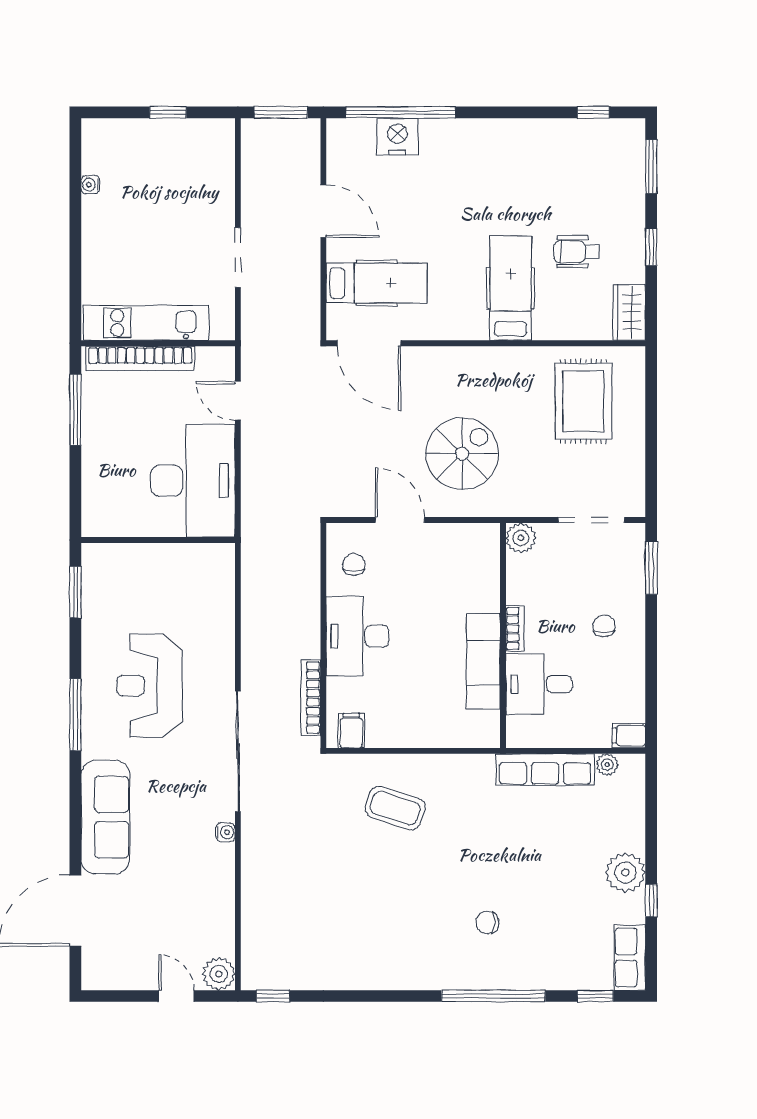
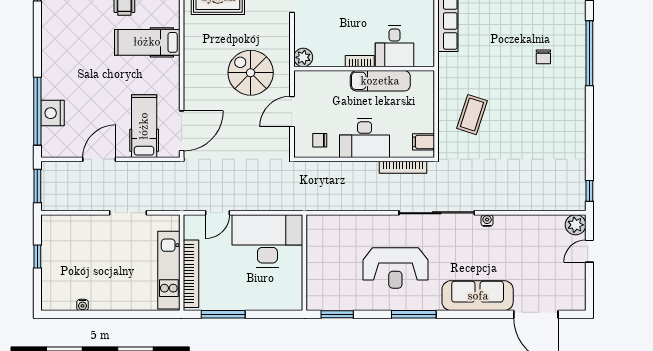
plant: (521, 538) -> (303, 57), moved
bookcase: (515, 628) -> (360, 61), moved
wall: (503, 635) -> (364, 69), moved
exam couch: (483, 661) -> (380, 81), moved
desk: (539, 684) -> (395, 46), moved

